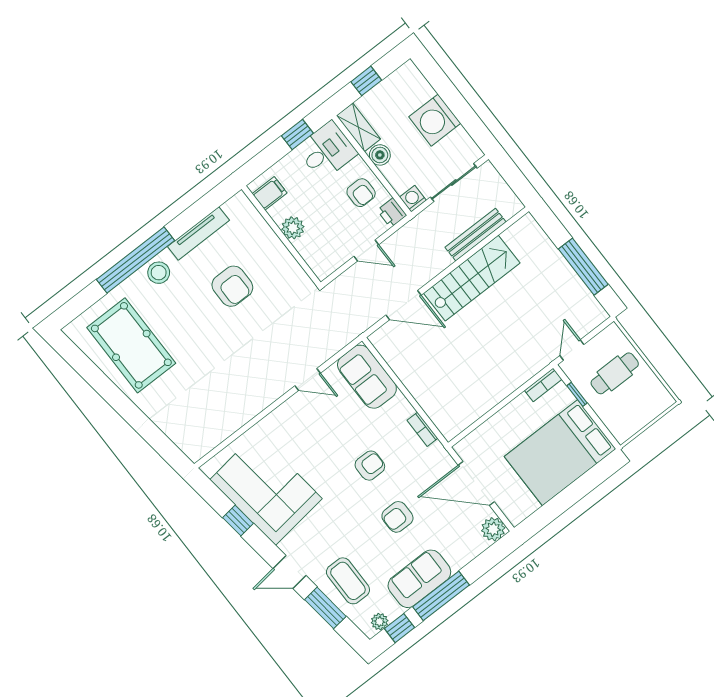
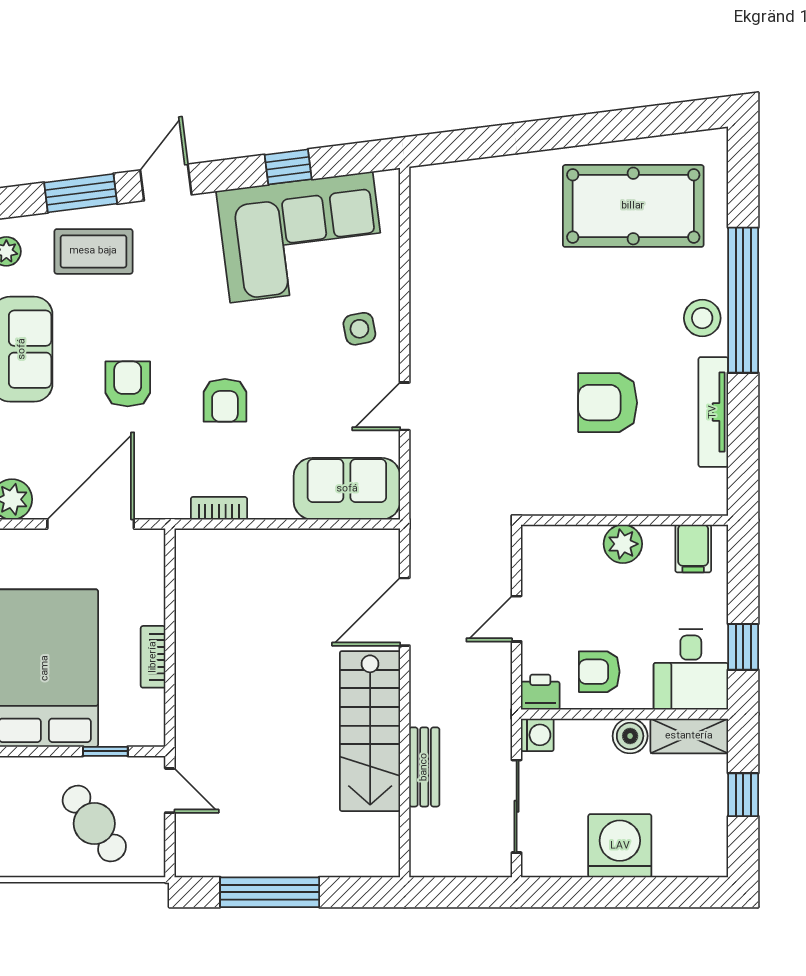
bench: (476, 235) -> (424, 767), width x0.73
cafe table: (615, 373) -> (94, 824), turned -36
bookcase: (543, 385) -> (153, 657), moved
side table: (288, 429) -> (359, 329), added

